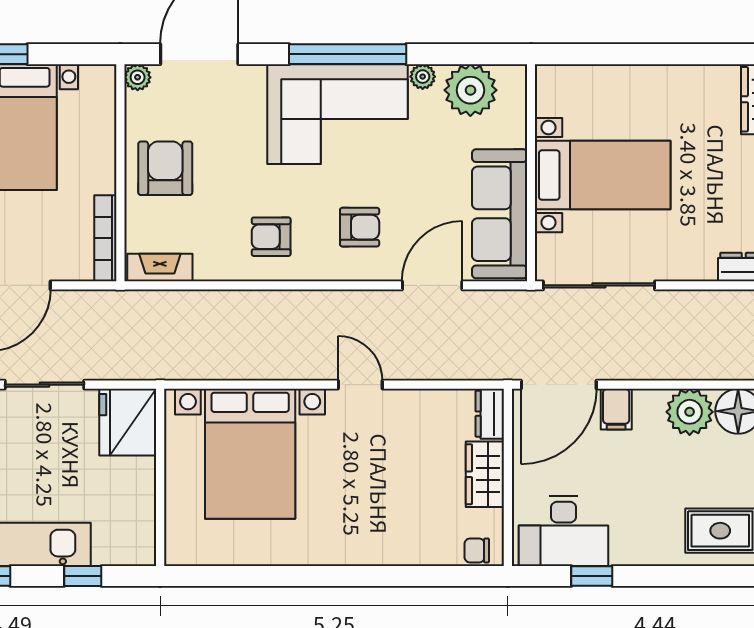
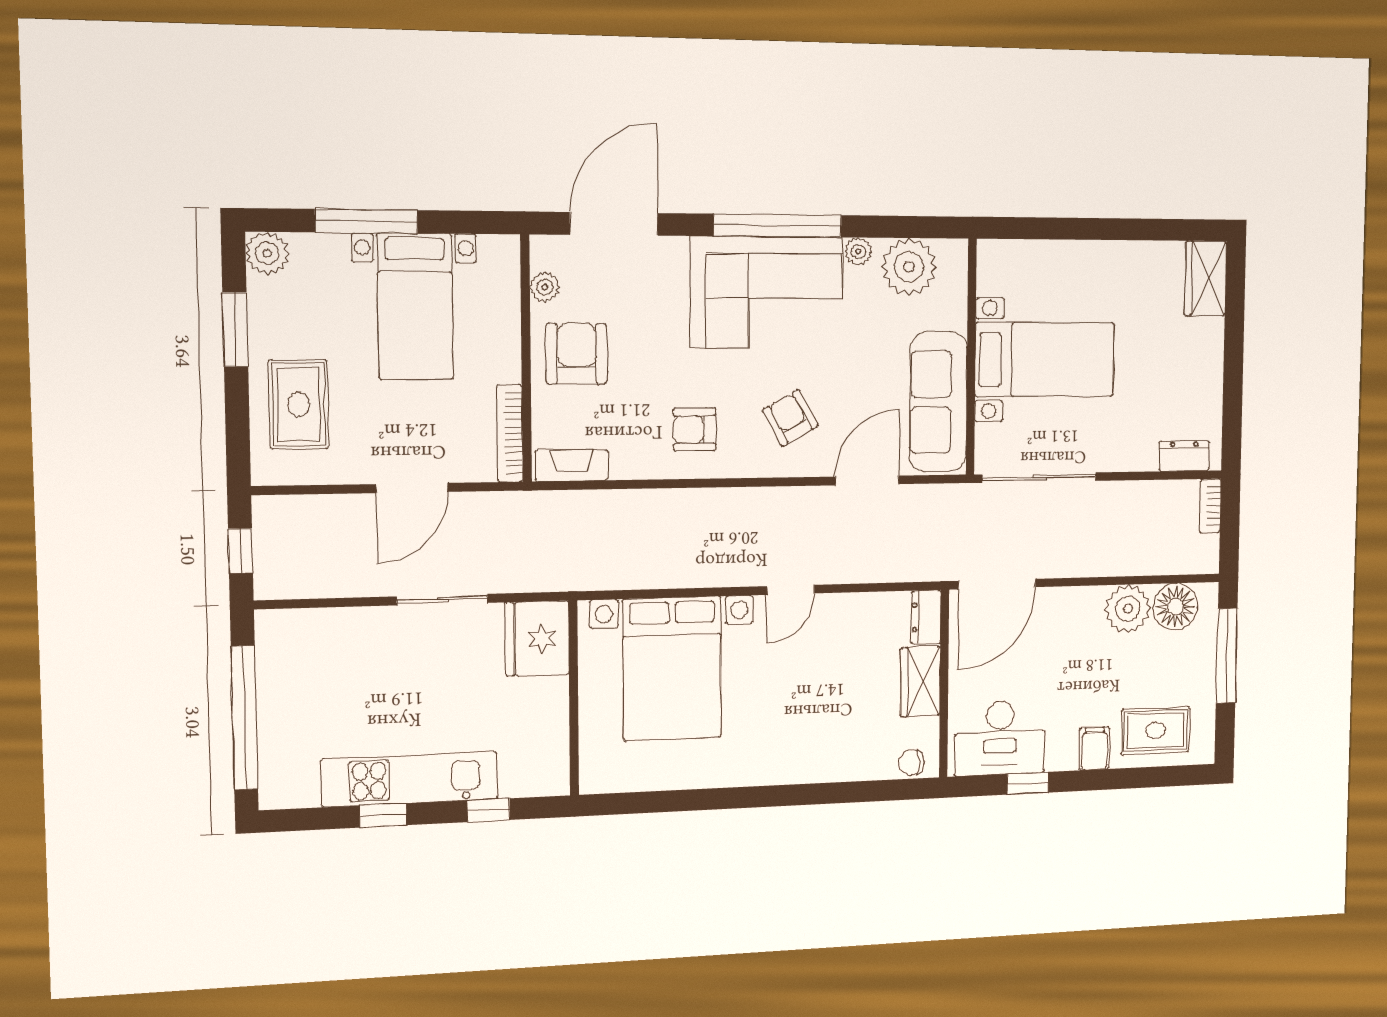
plant: (138, 77) -> (545, 287), moved
armchair: (360, 227) -> (790, 418), turned -119
door: (360, 385) -> (791, 590), swing flipped
filing cabinet: (616, 409) -> (1094, 749), moved, turned 180

